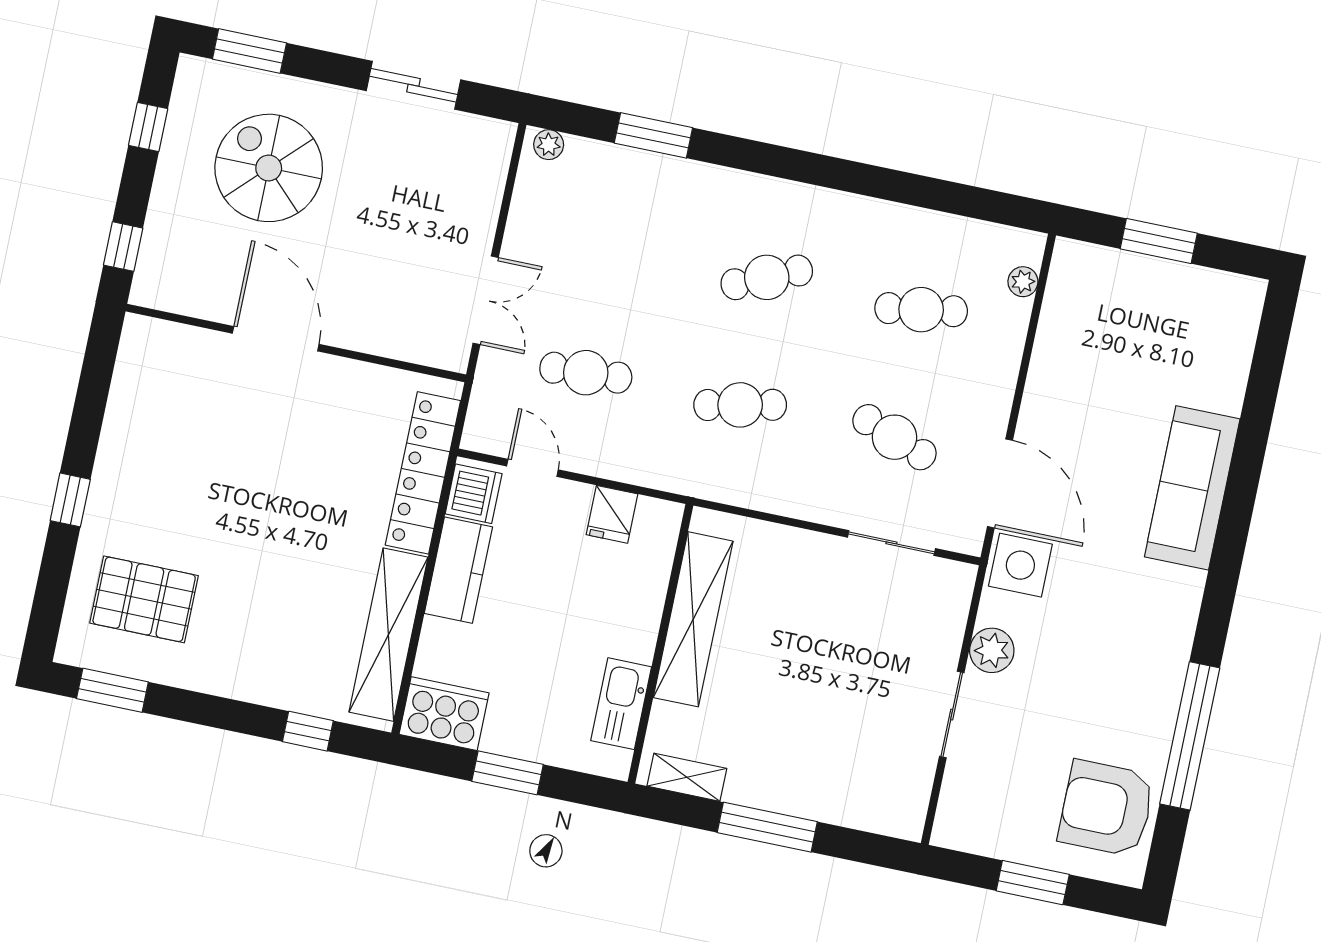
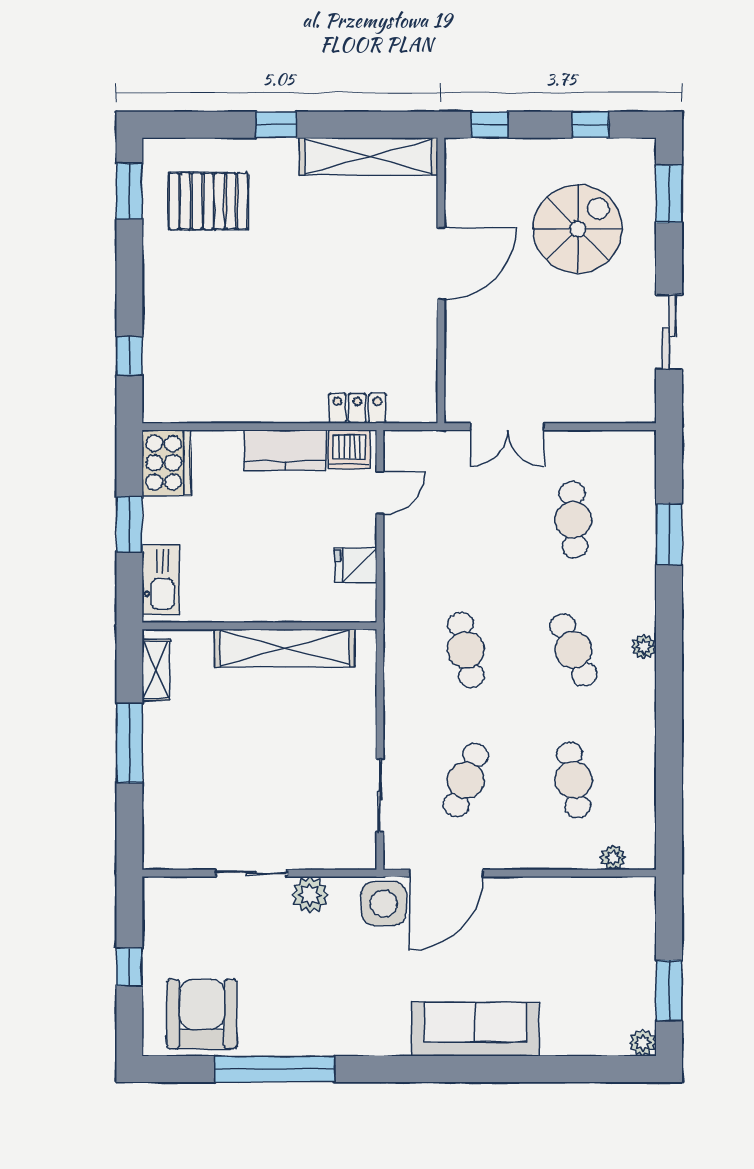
plant: (549, 145) -> (644, 647), moved
window: (1159, 241) -> (669, 991), moved
plant: (1250, 293) -> (643, 1043), added
cafe table: (586, 373) -> (573, 520), moved
locker: (423, 473) -> (357, 408), width x0.46, depth x0.83
pallet: (144, 599) -> (208, 201), turned 90
shelving: (388, 635) -> (369, 156), moved
kitchen sink: (621, 704) -> (161, 580), moved, turned 90
window: (1033, 883) -> (129, 967), width x0.67

